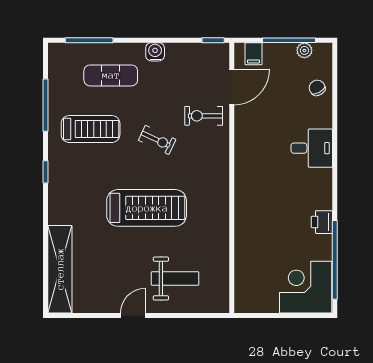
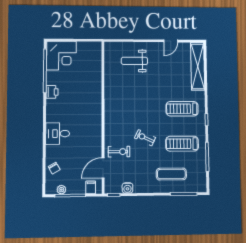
water cooler: (155, 52) -> (127, 188), moved
treadmill: (147, 208) -> (182, 109), moved, width x0.73, depth x0.73
door: (133, 316) -> (171, 41), moved

